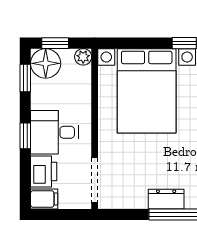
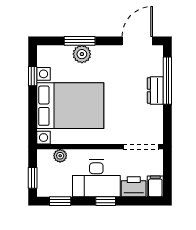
plant: (83, 57) -> (60, 156), moved
floor lamp: (46, 63) -> (49, 185), removed
desk: (54, 132) -> (96, 178), width x1.37

